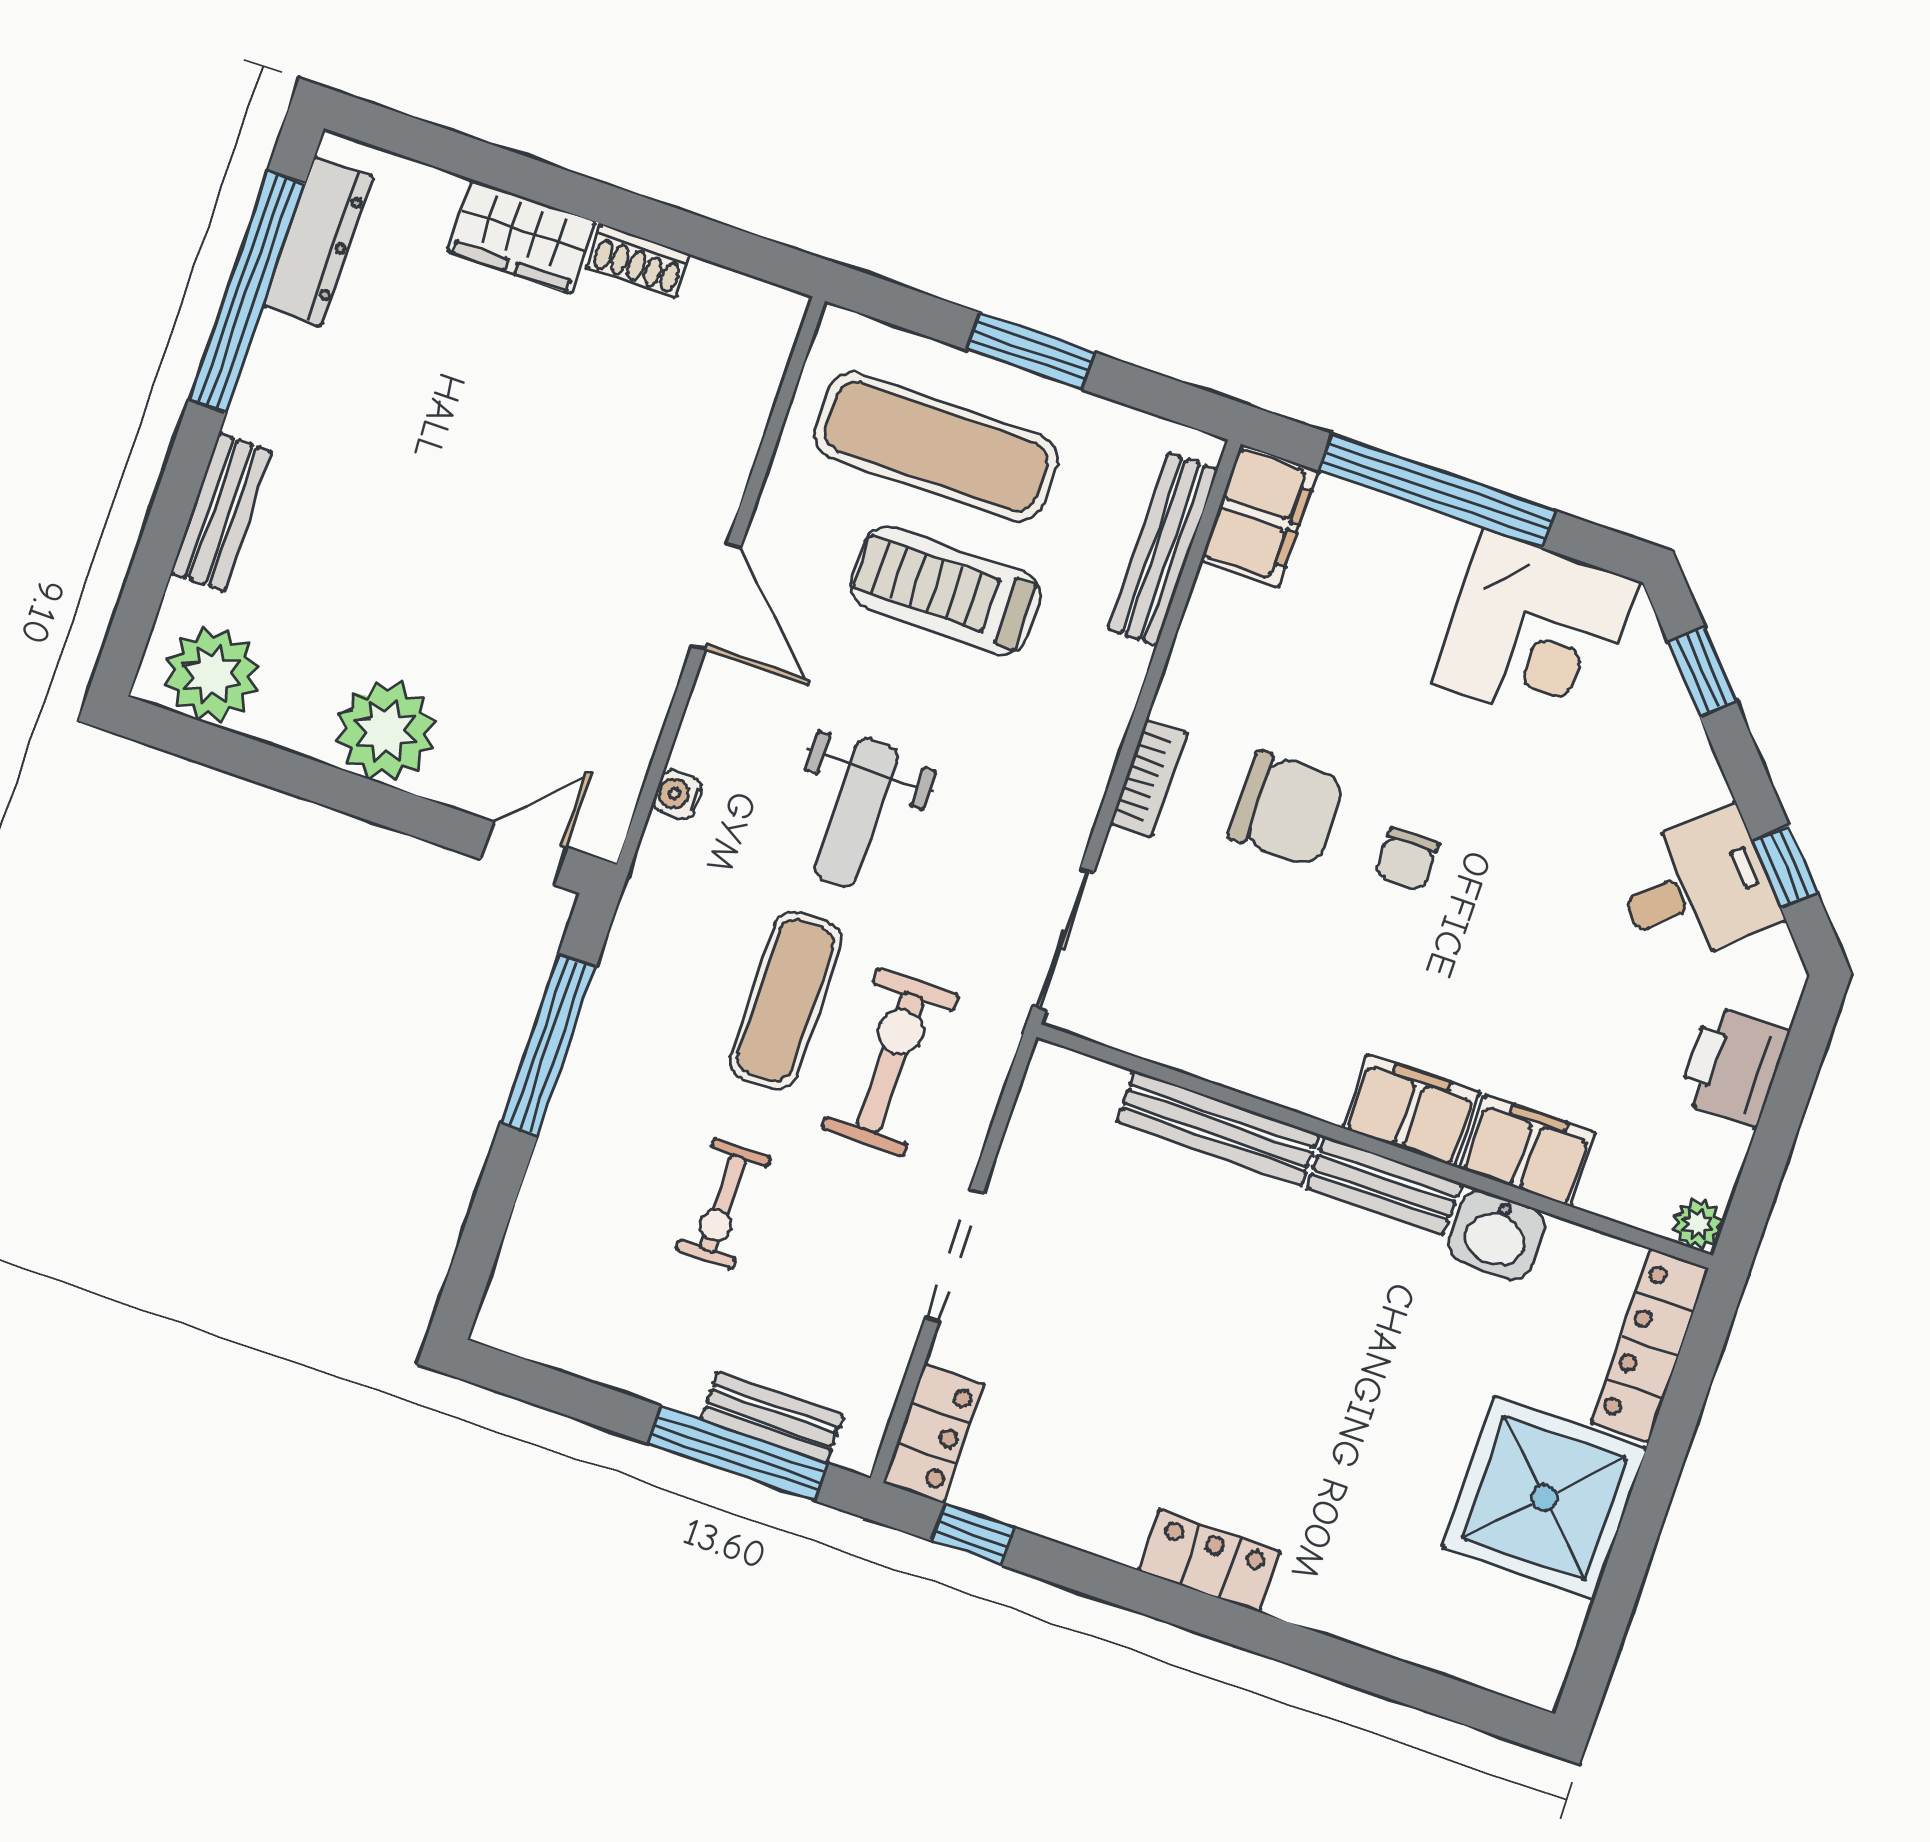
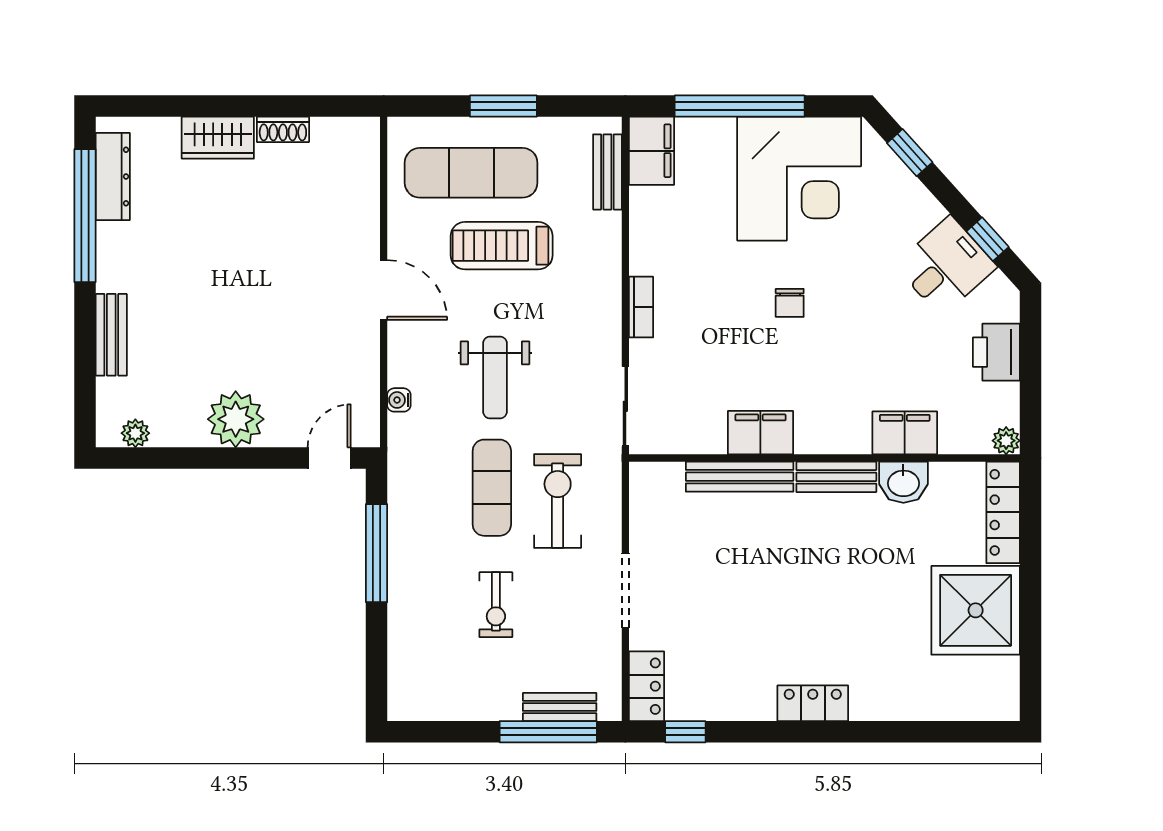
bench: (1163, 549) -> (607, 172), width x0.73
corner desk: (1535, 633) -> (799, 179), width x1.36, depth x1.36
plant: (212, 675) -> (135, 433), width x0.53, depth x0.53
chair: (1287, 809) -> (718, 298), removed
filing cabinet: (1411, 1110) -> (760, 433), moved

